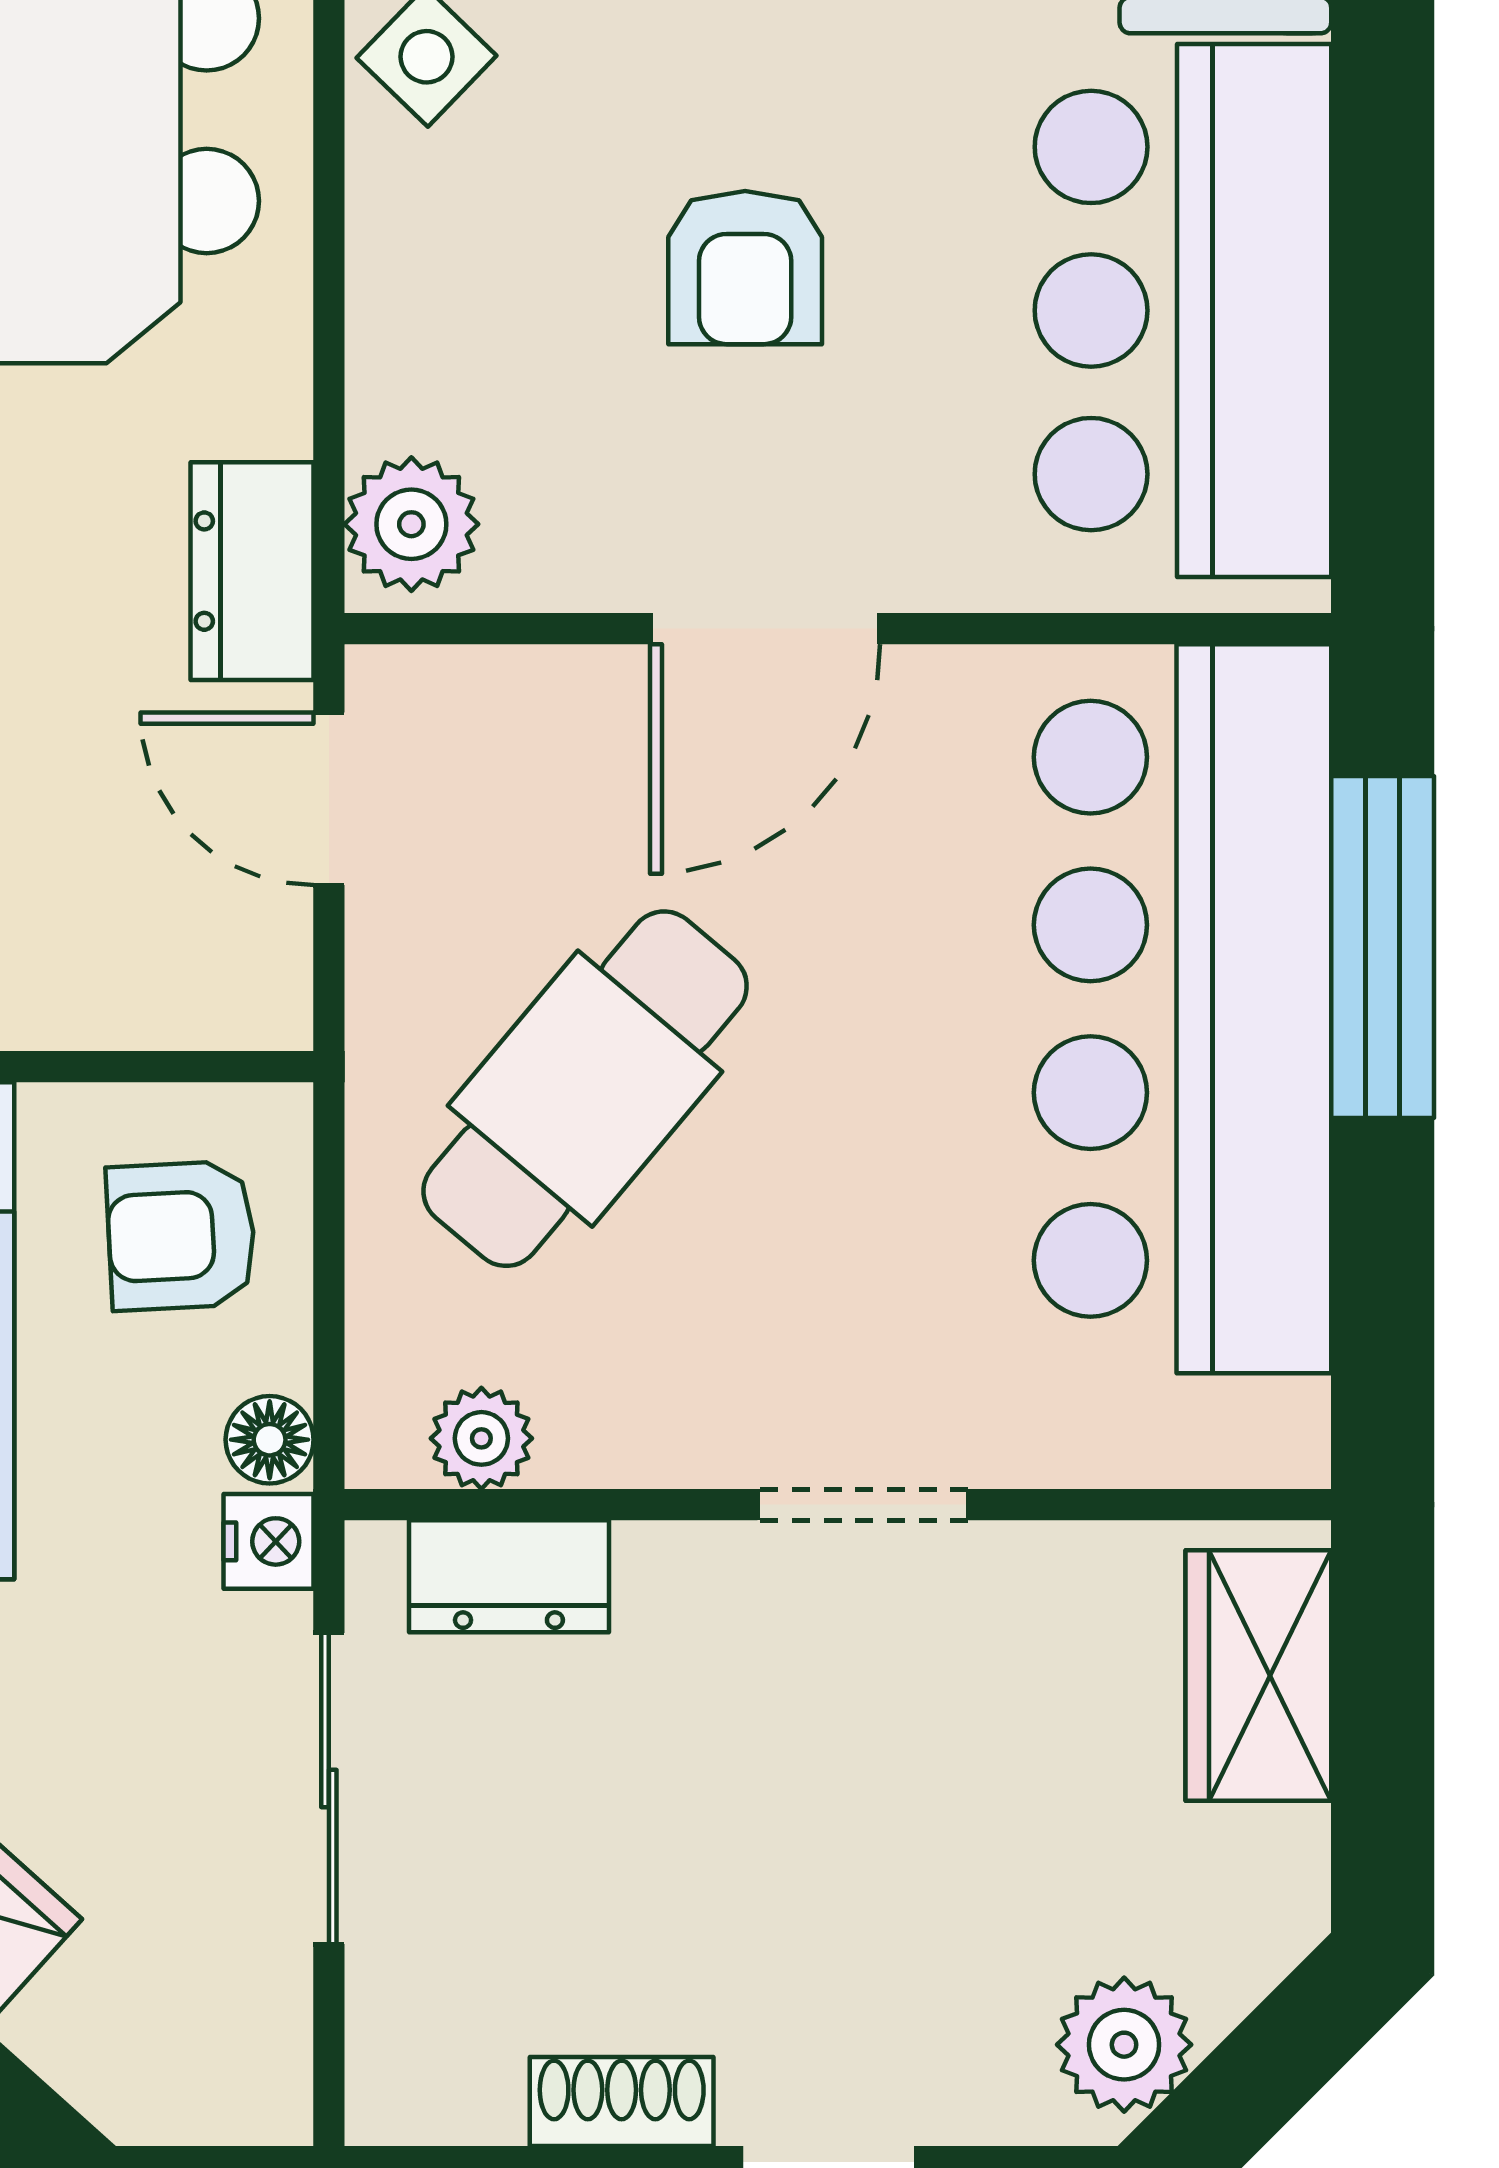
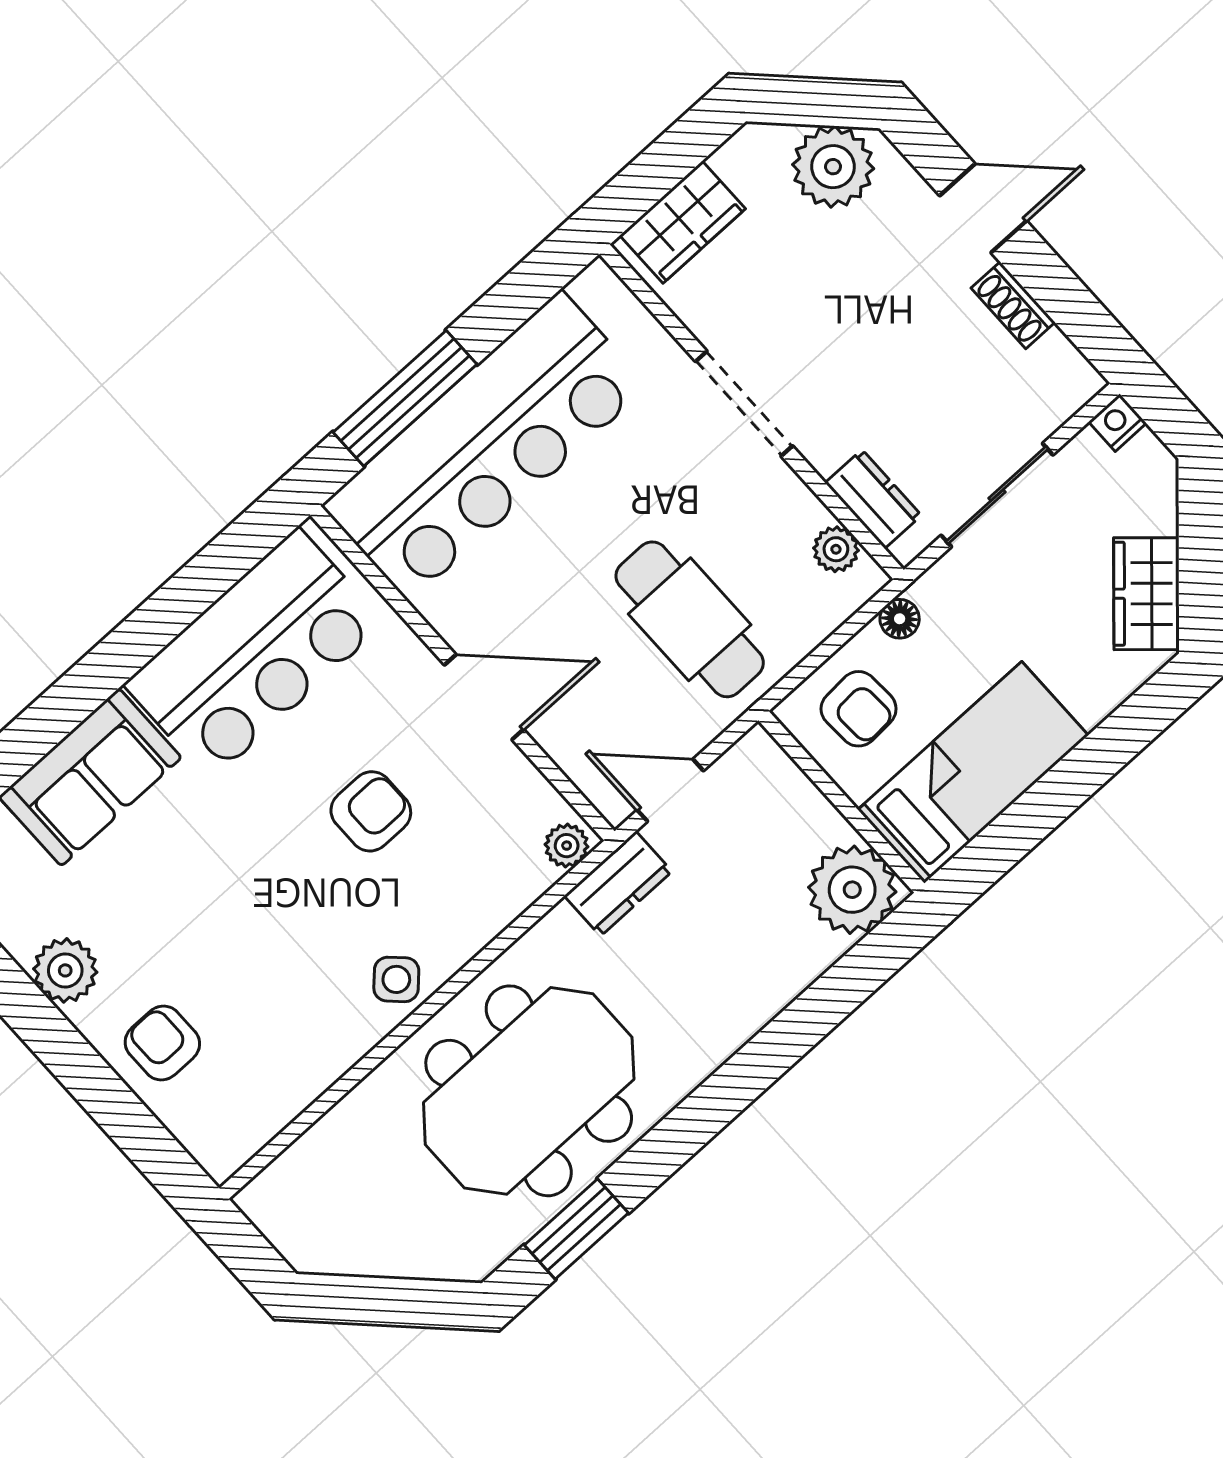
plant: (411, 524) -> (567, 846), width x0.73, depth x0.73
door: (329, 799) -> (670, 790), swing flipped
cafe table: (585, 1089) -> (690, 619), turned 50
doorway: (863, 1505) -> (744, 404), width x1.38
nightstand: (269, 1541) -> (1117, 423), moved
plant: (1124, 2045) -> (833, 167), width x1.36, depth x1.36

